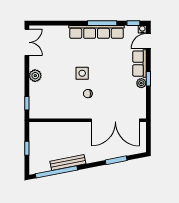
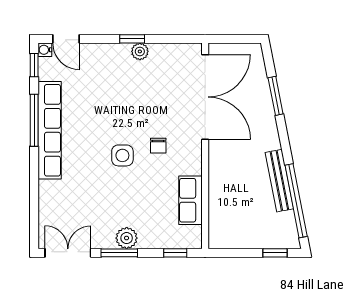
row of seats: (140, 64) -> (190, 200), moved, turned 90
window: (27, 71) -> (119, 253), added
window: (27, 148) -> (275, 253), moved

